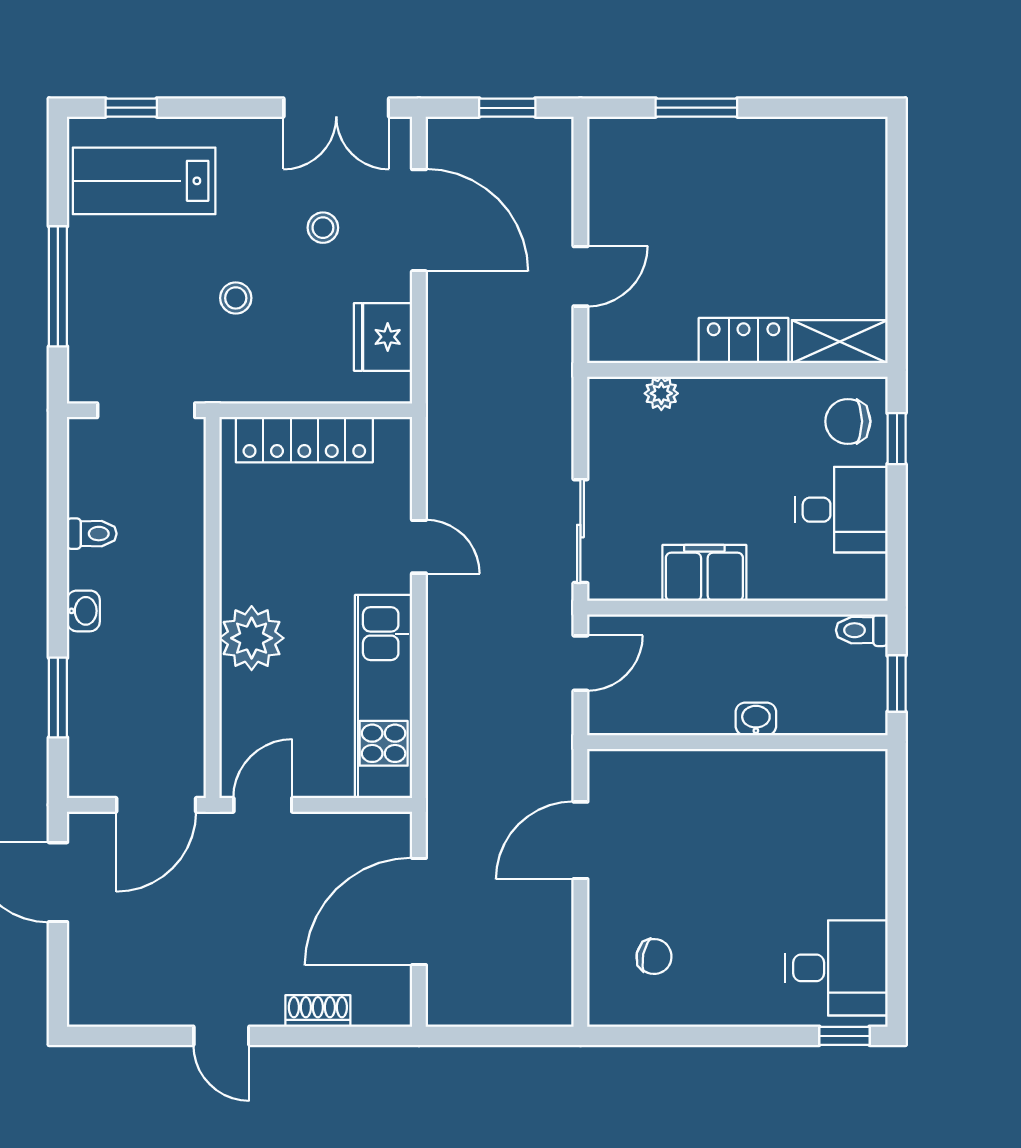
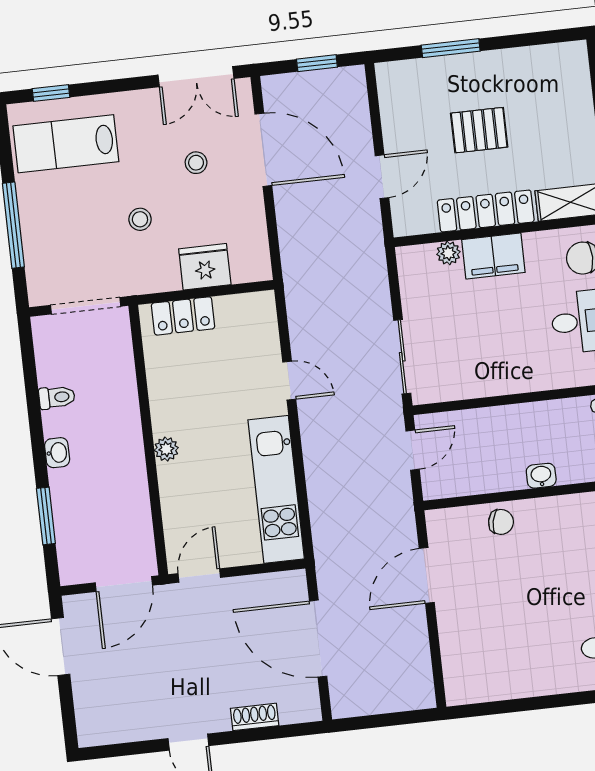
pallet: (724, 227) -> (479, 130), added
fridge: (383, 337) -> (205, 267), moved, turned 90
locker: (744, 341) -> (486, 211), width x1.53
locker: (304, 440) -> (183, 316), width x0.66
filing cabinet: (704, 573) -> (493, 256), moved, turned 180
plant: (252, 638) -> (166, 449), width x0.53, depth x0.53
door: (419, 911) -> (318, 639), hinge flipped
chair: (654, 957) -> (501, 522), moved

